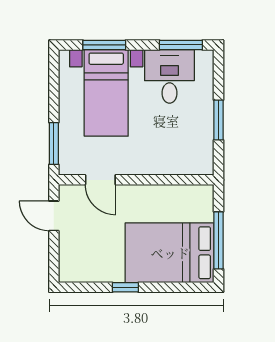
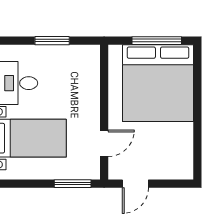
bed: (170, 253) -> (158, 83), width x1.36
window: (125, 287) -> (197, 121), removed

